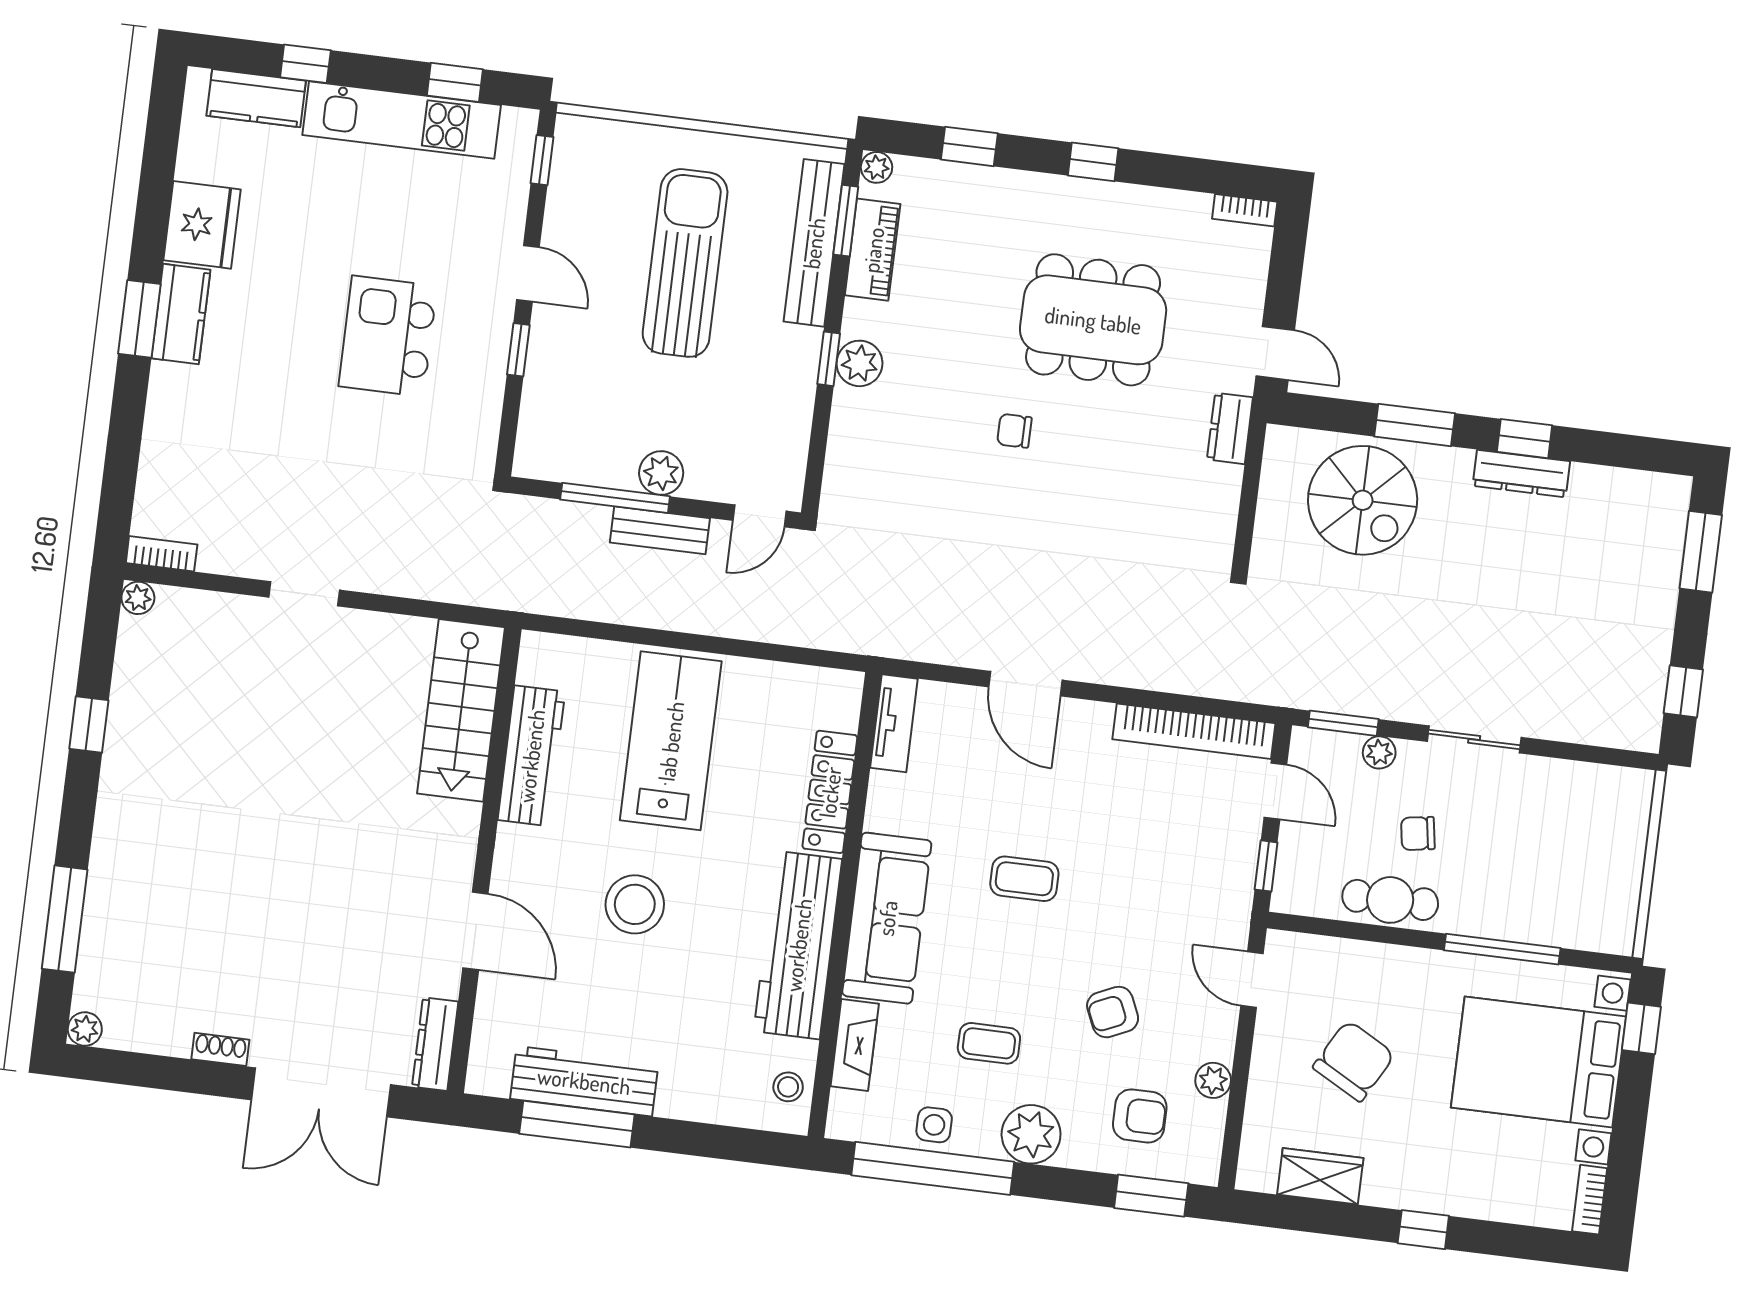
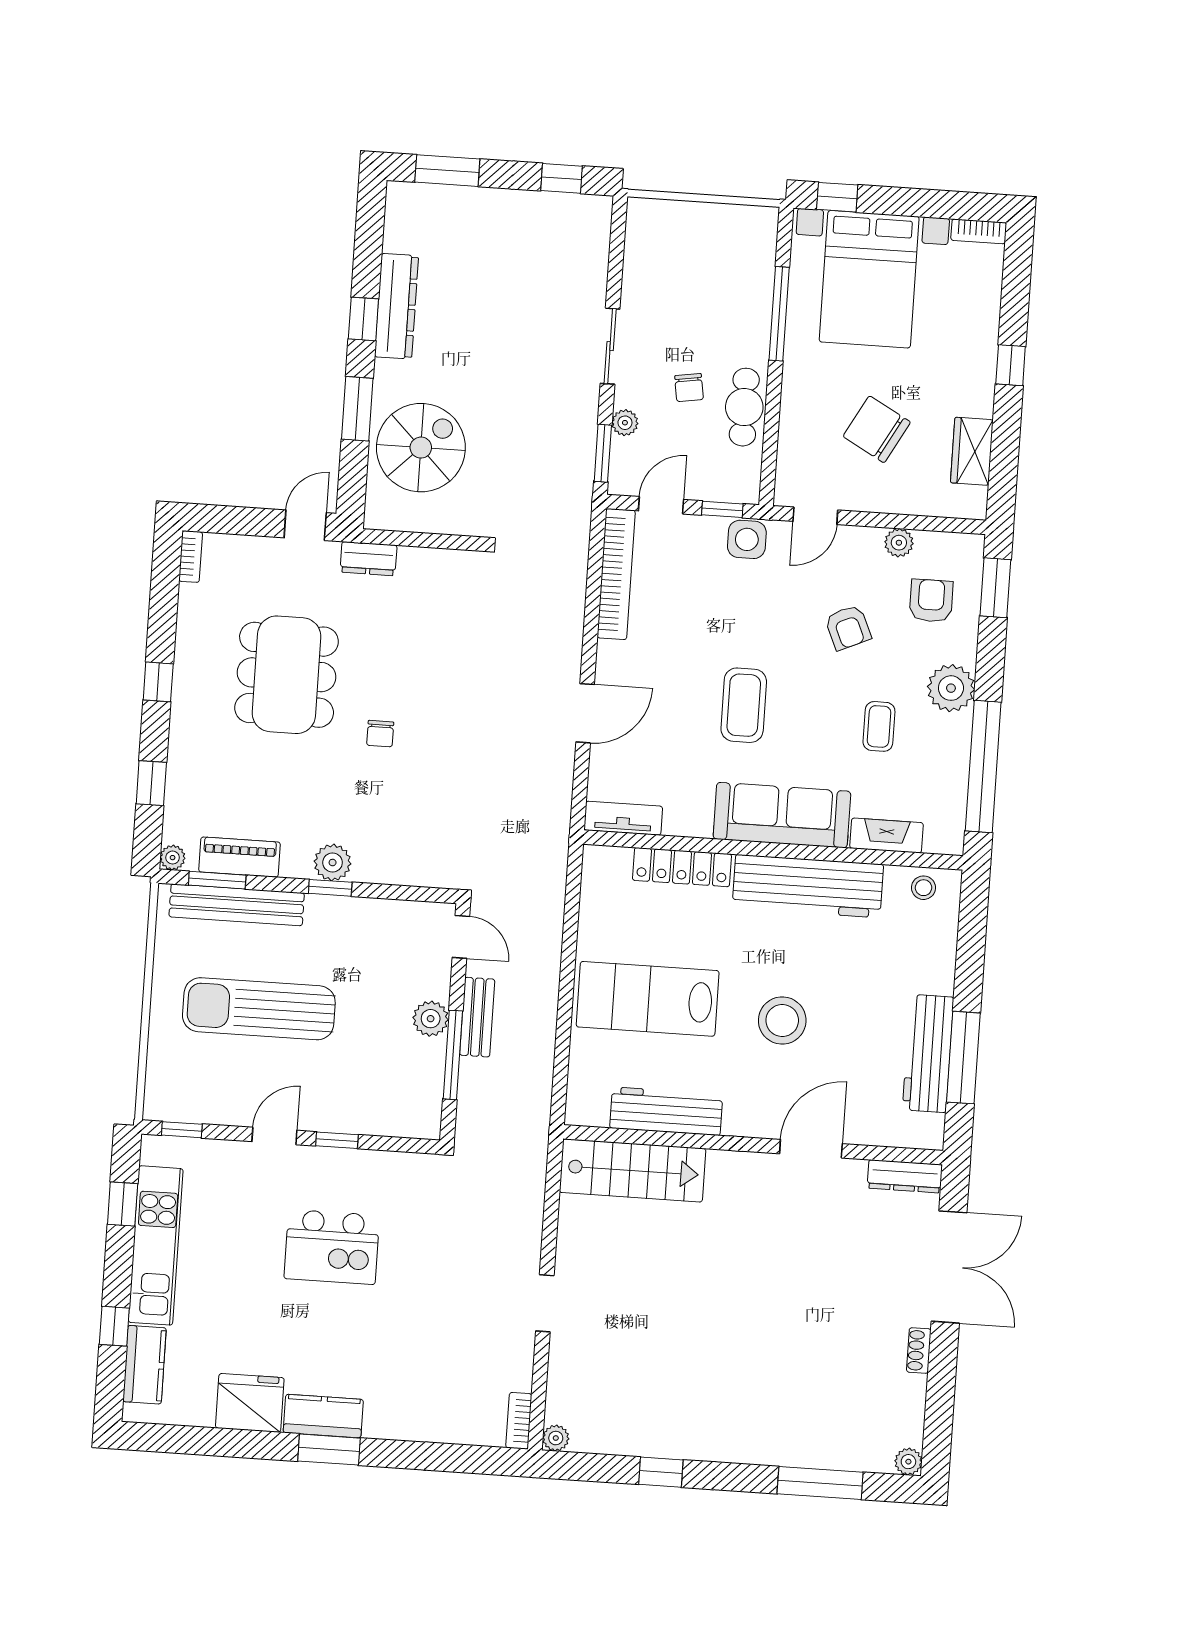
dresser: (1521, 473) -> (396, 306), width x1.37, depth x1.24
coffee table: (1024, 879) -> (744, 705), width x1.36, depth x1.30
side table: (934, 1125) -> (747, 539), moved, width x1.37, depth x1.37

